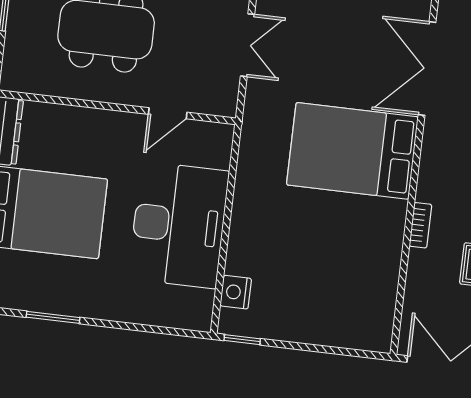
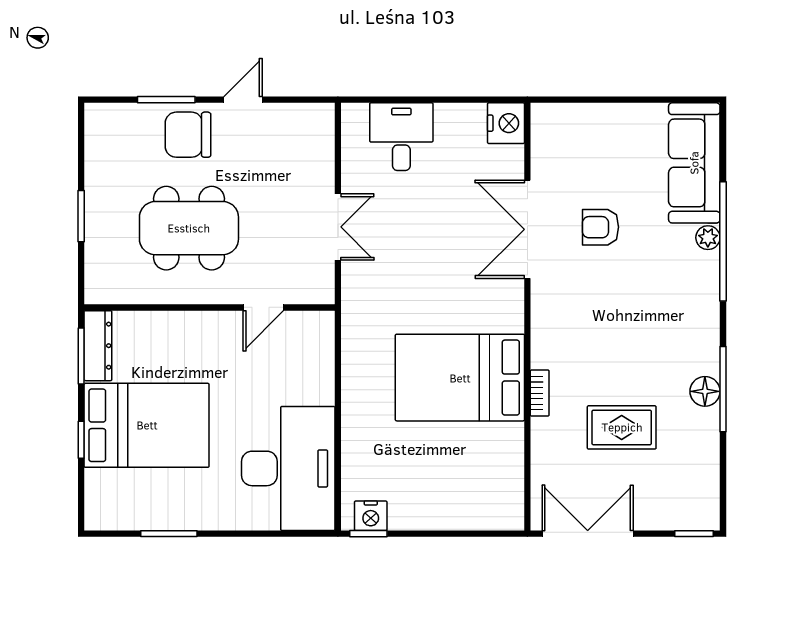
bed: (352, 151) -> (460, 378), moved
desk: (179, 225) -> (288, 468), moved
nightstand: (236, 292) -> (371, 516), moved, turned -90

